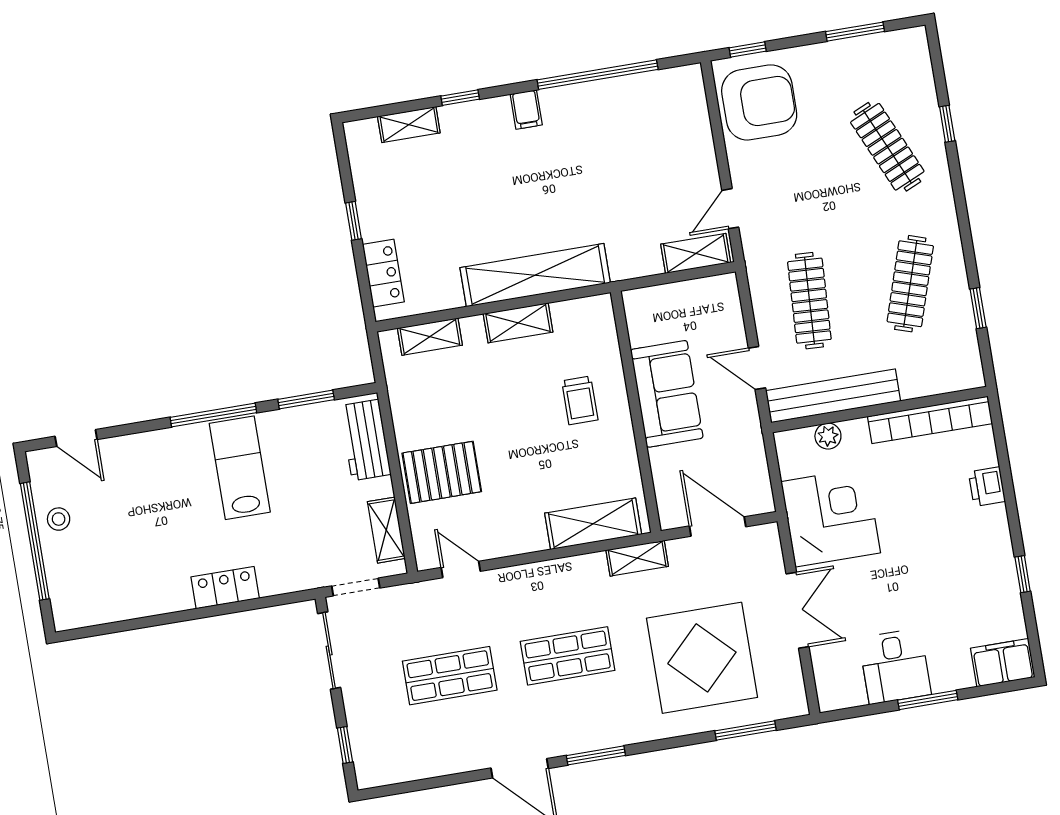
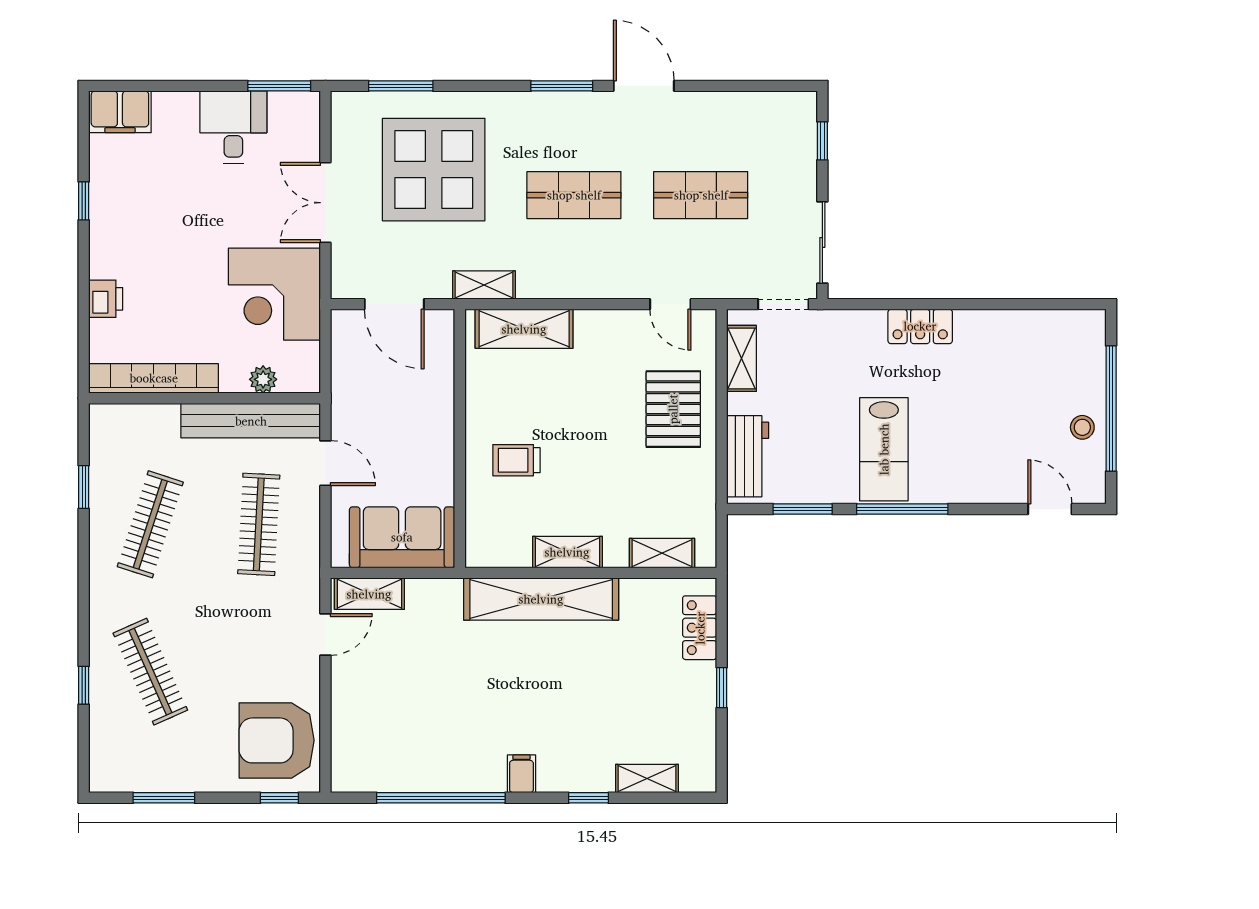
sofa: (667, 394) -> (402, 537), moved, turned 90
trolley: (580, 400) -> (516, 460), turned -90
pallet: (442, 472) -> (673, 409), turned 90
window: (928, 700) -> (279, 86), moved

